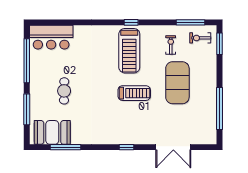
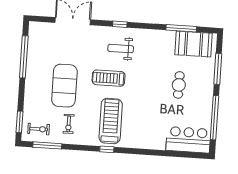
weight bench: (124, 123) -> (121, 49), added

